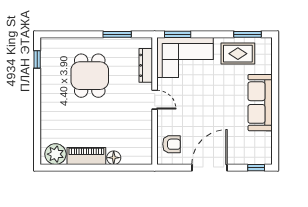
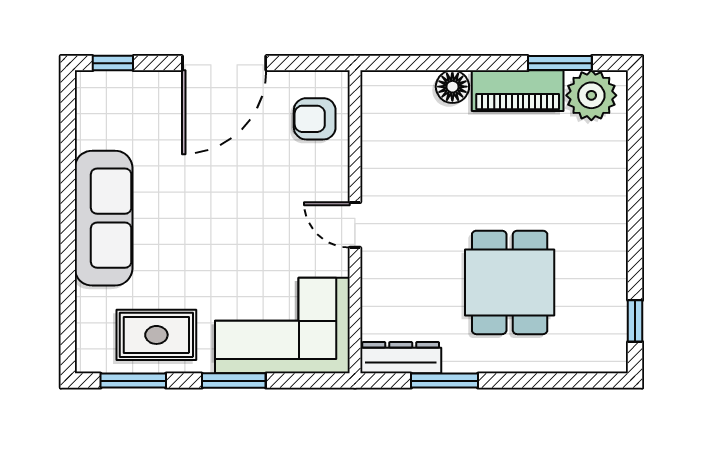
window: (178, 34) -> (234, 381), moved
dresser: (146, 65) -> (401, 358), moved, turned -90
window: (69, 168) -> (560, 63), added

